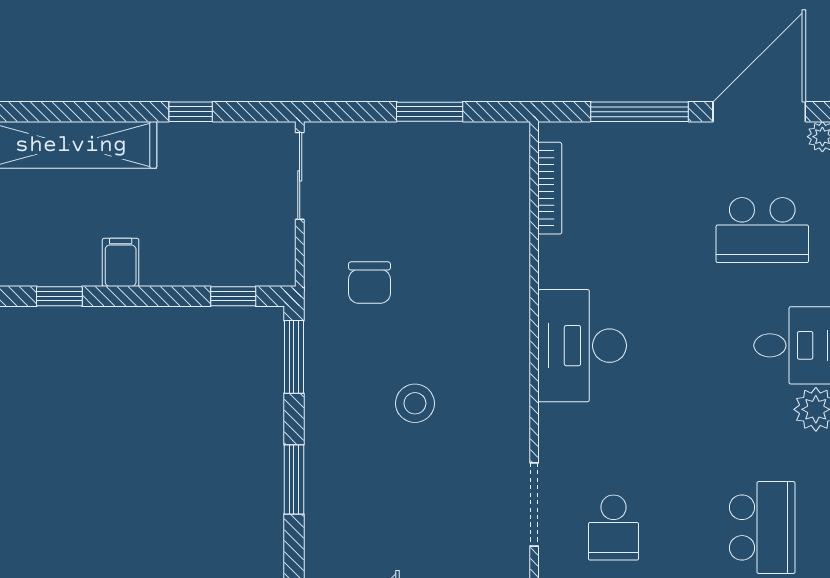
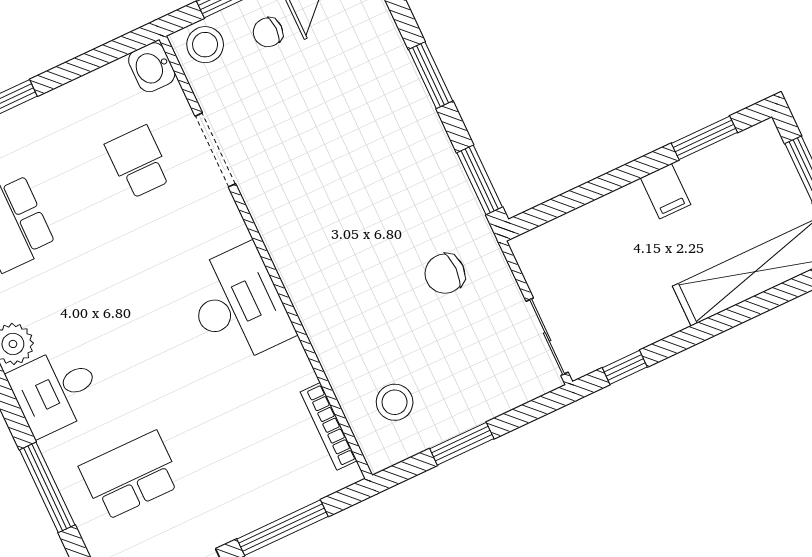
window: (191, 112) -> (625, 367), moved
chair: (369, 283) -> (445, 274), turned -90
window: (59, 296) -> (704, 138), width x1.50
window: (233, 296) -> (556, 207), removed
stool: (415, 403) -> (395, 402), moved

